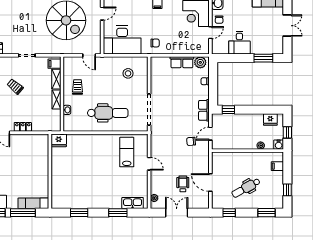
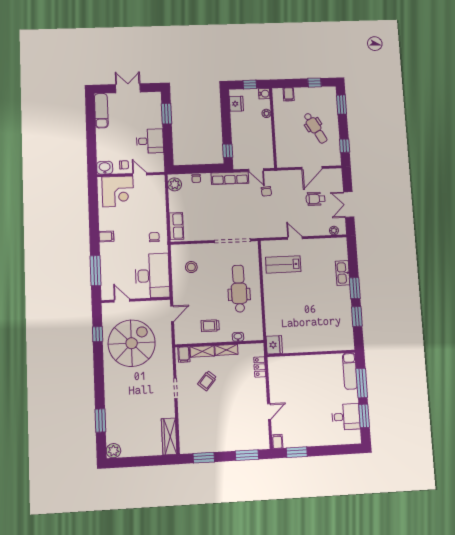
row of seats: (182, 62) -> (176, 226), moved
trolley: (15, 87) -> (207, 381), moved
row of seats: (204, 110) -> (230, 178), width x1.48
locker: (23, 127) -> (260, 367), moved
door: (149, 164) -> (295, 238), hinge flipped
kitchen sink: (133, 203) -> (343, 273), moved
window: (118, 213) -> (355, 288), moved

